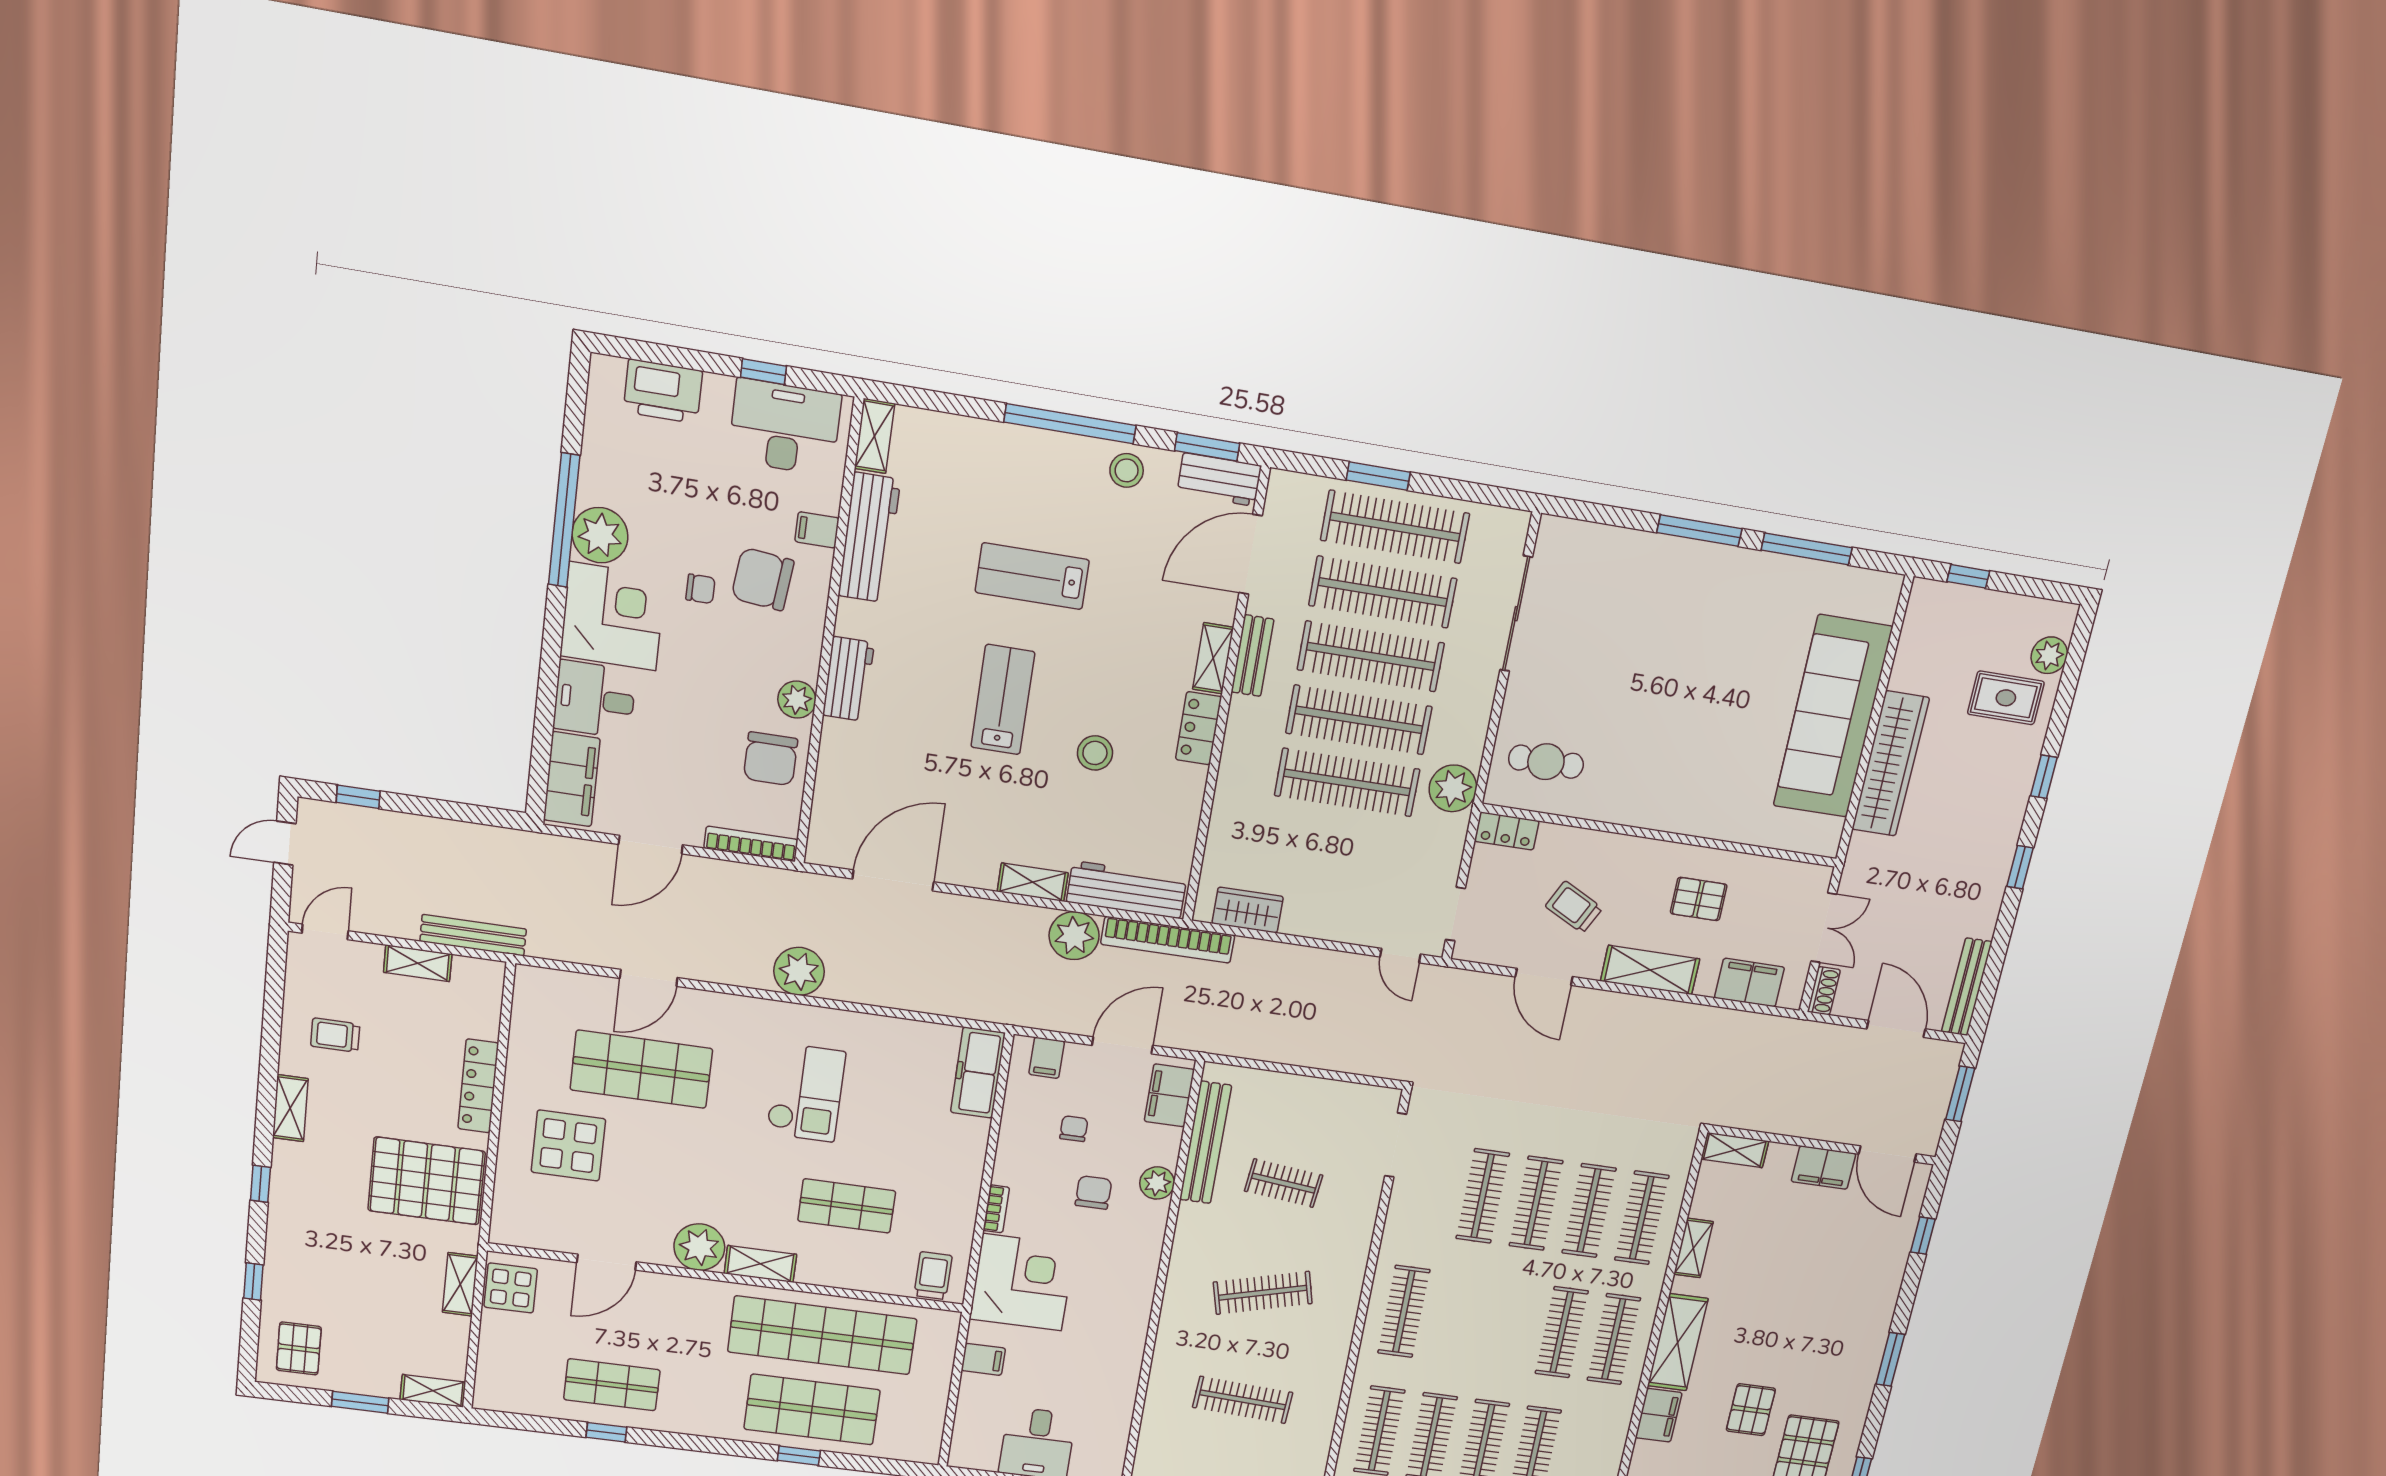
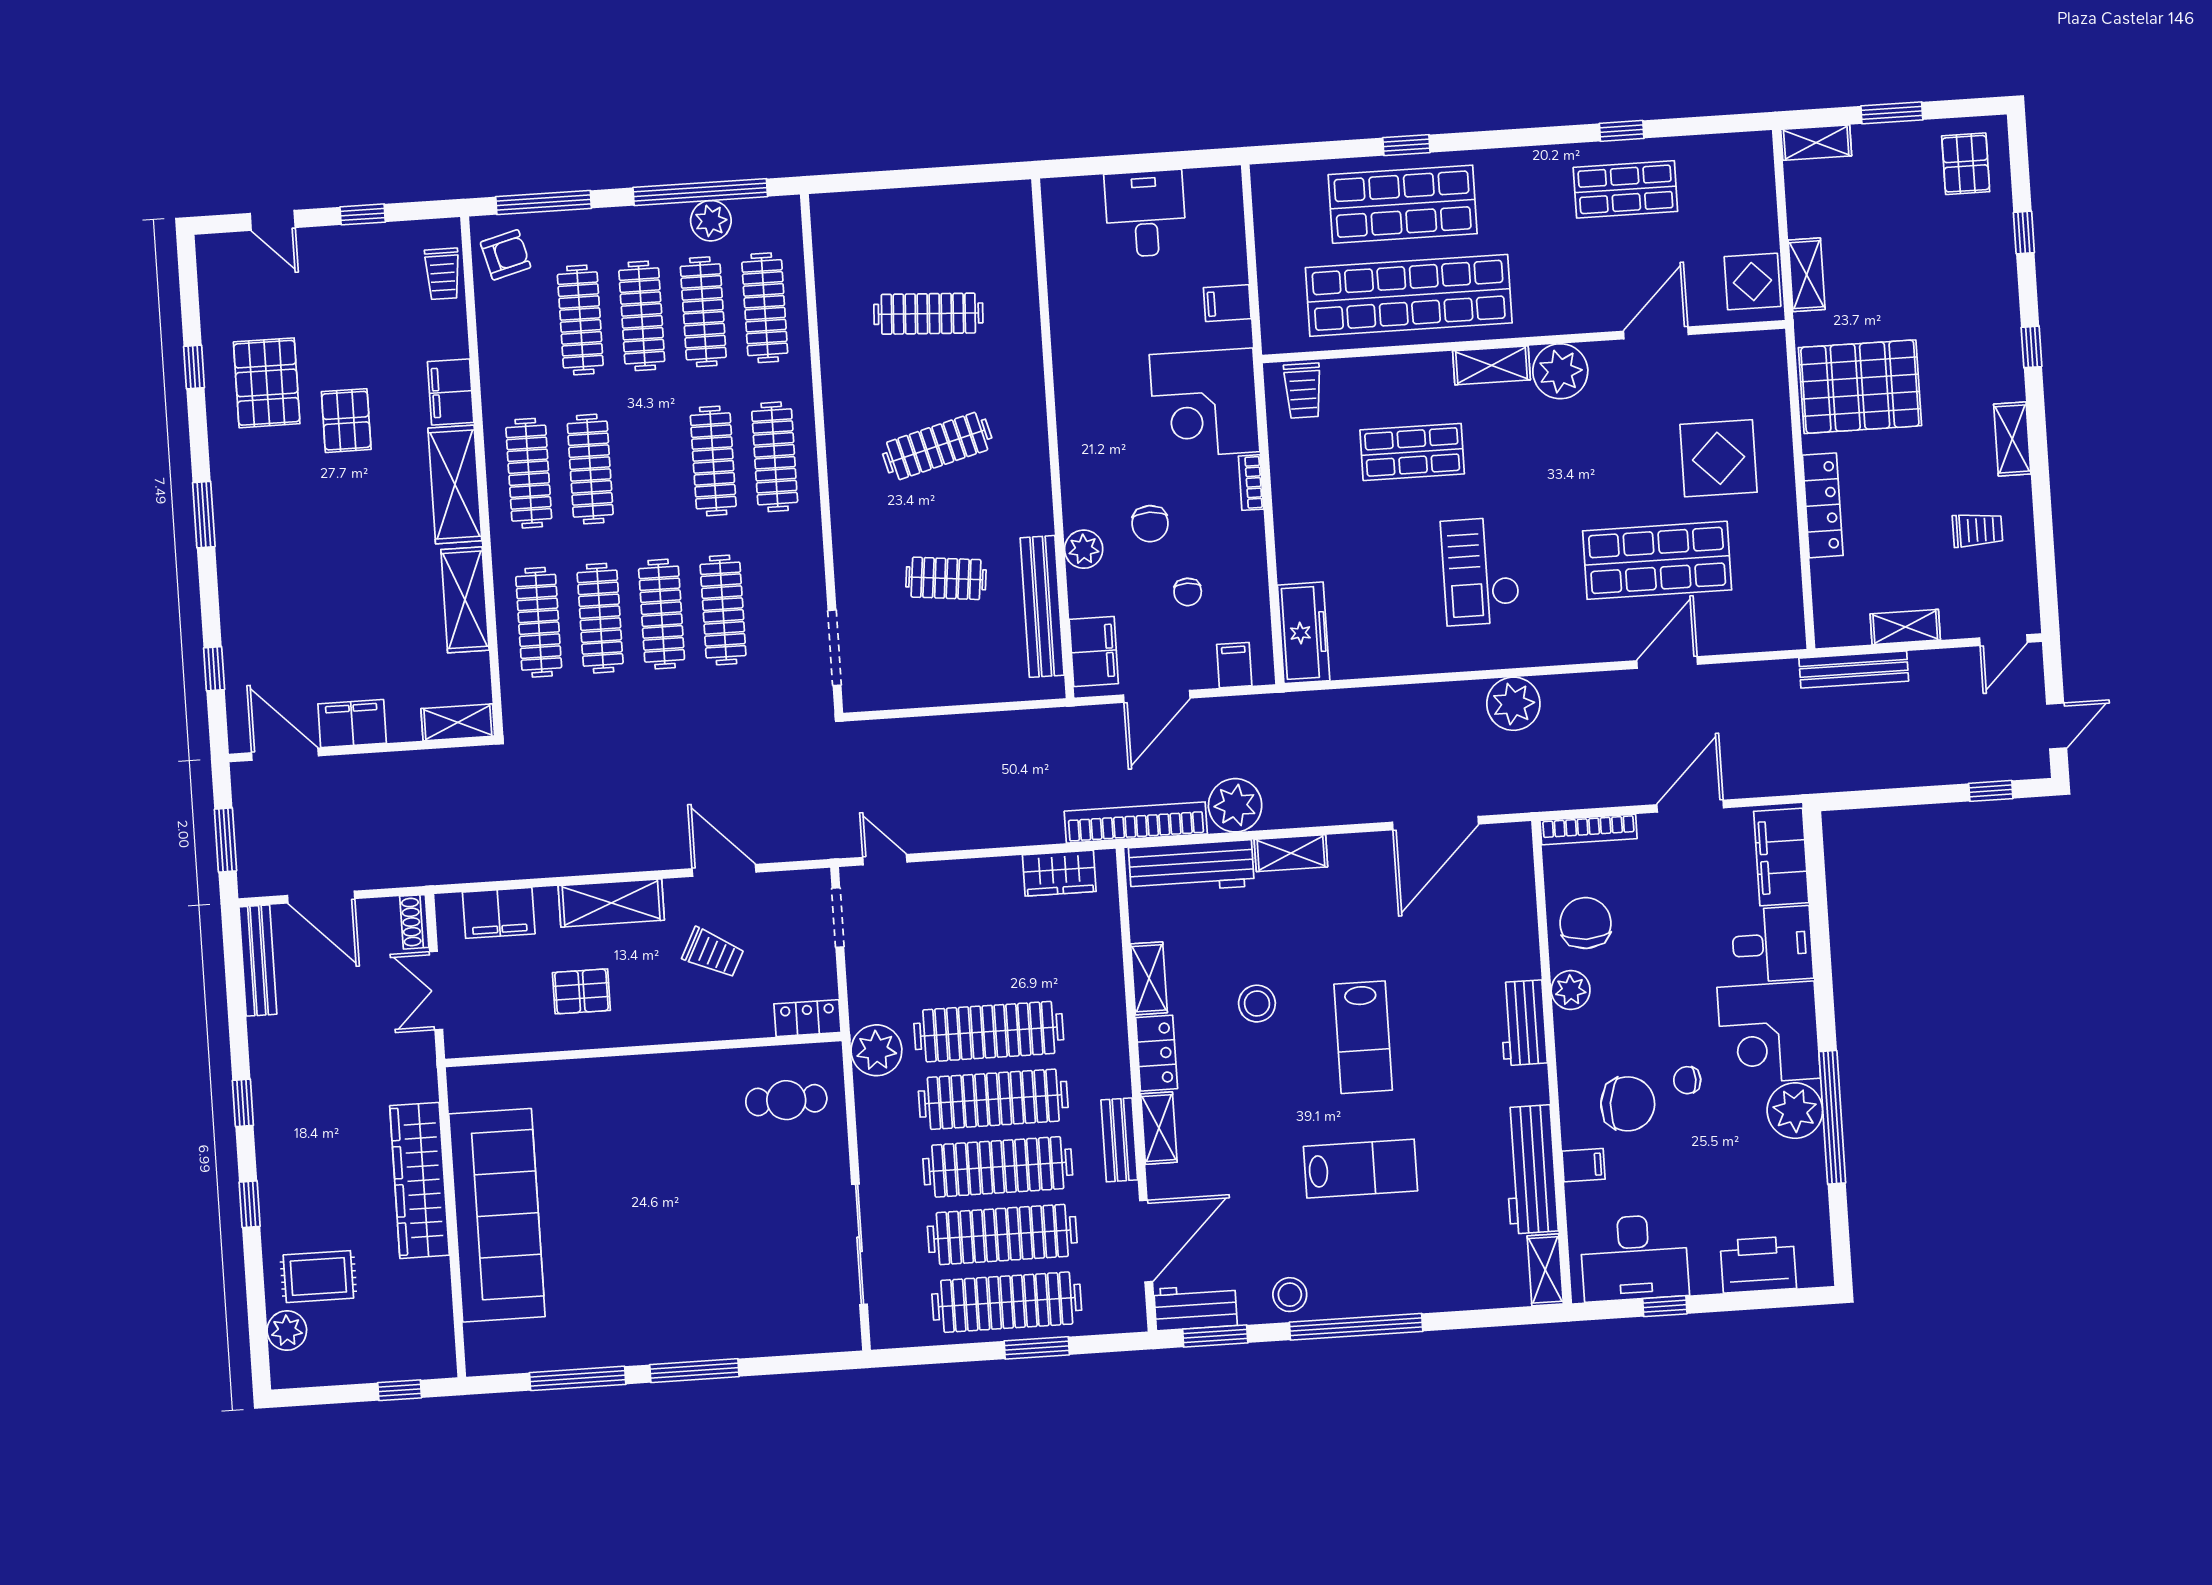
shelving: (1189, 798) -> (1149, 978), added
shelving: (1693, 1248) -> (465, 600), width x1.50, depth x1.33
clothes rail: (1457, 1318) -> (713, 461), added

